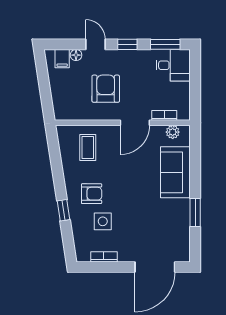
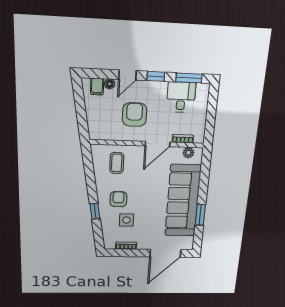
door: (95, 44) -> (127, 75), swing flipped
desk: (173, 65) -> (181, 97), moved, turned -90
sofa: (175, 172) -> (183, 201), width x1.85, depth x1.27
armchair: (92, 194) -> (118, 199), turned -90

